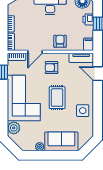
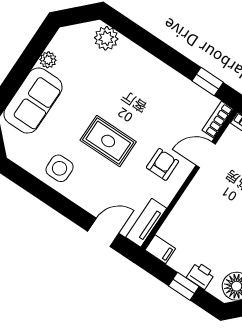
armchair: (60, 41) -> (196, 207), removed
door: (35, 52) -> (206, 155), hinge flipped
corner sofa: (24, 98) -> (144, 87), removed

